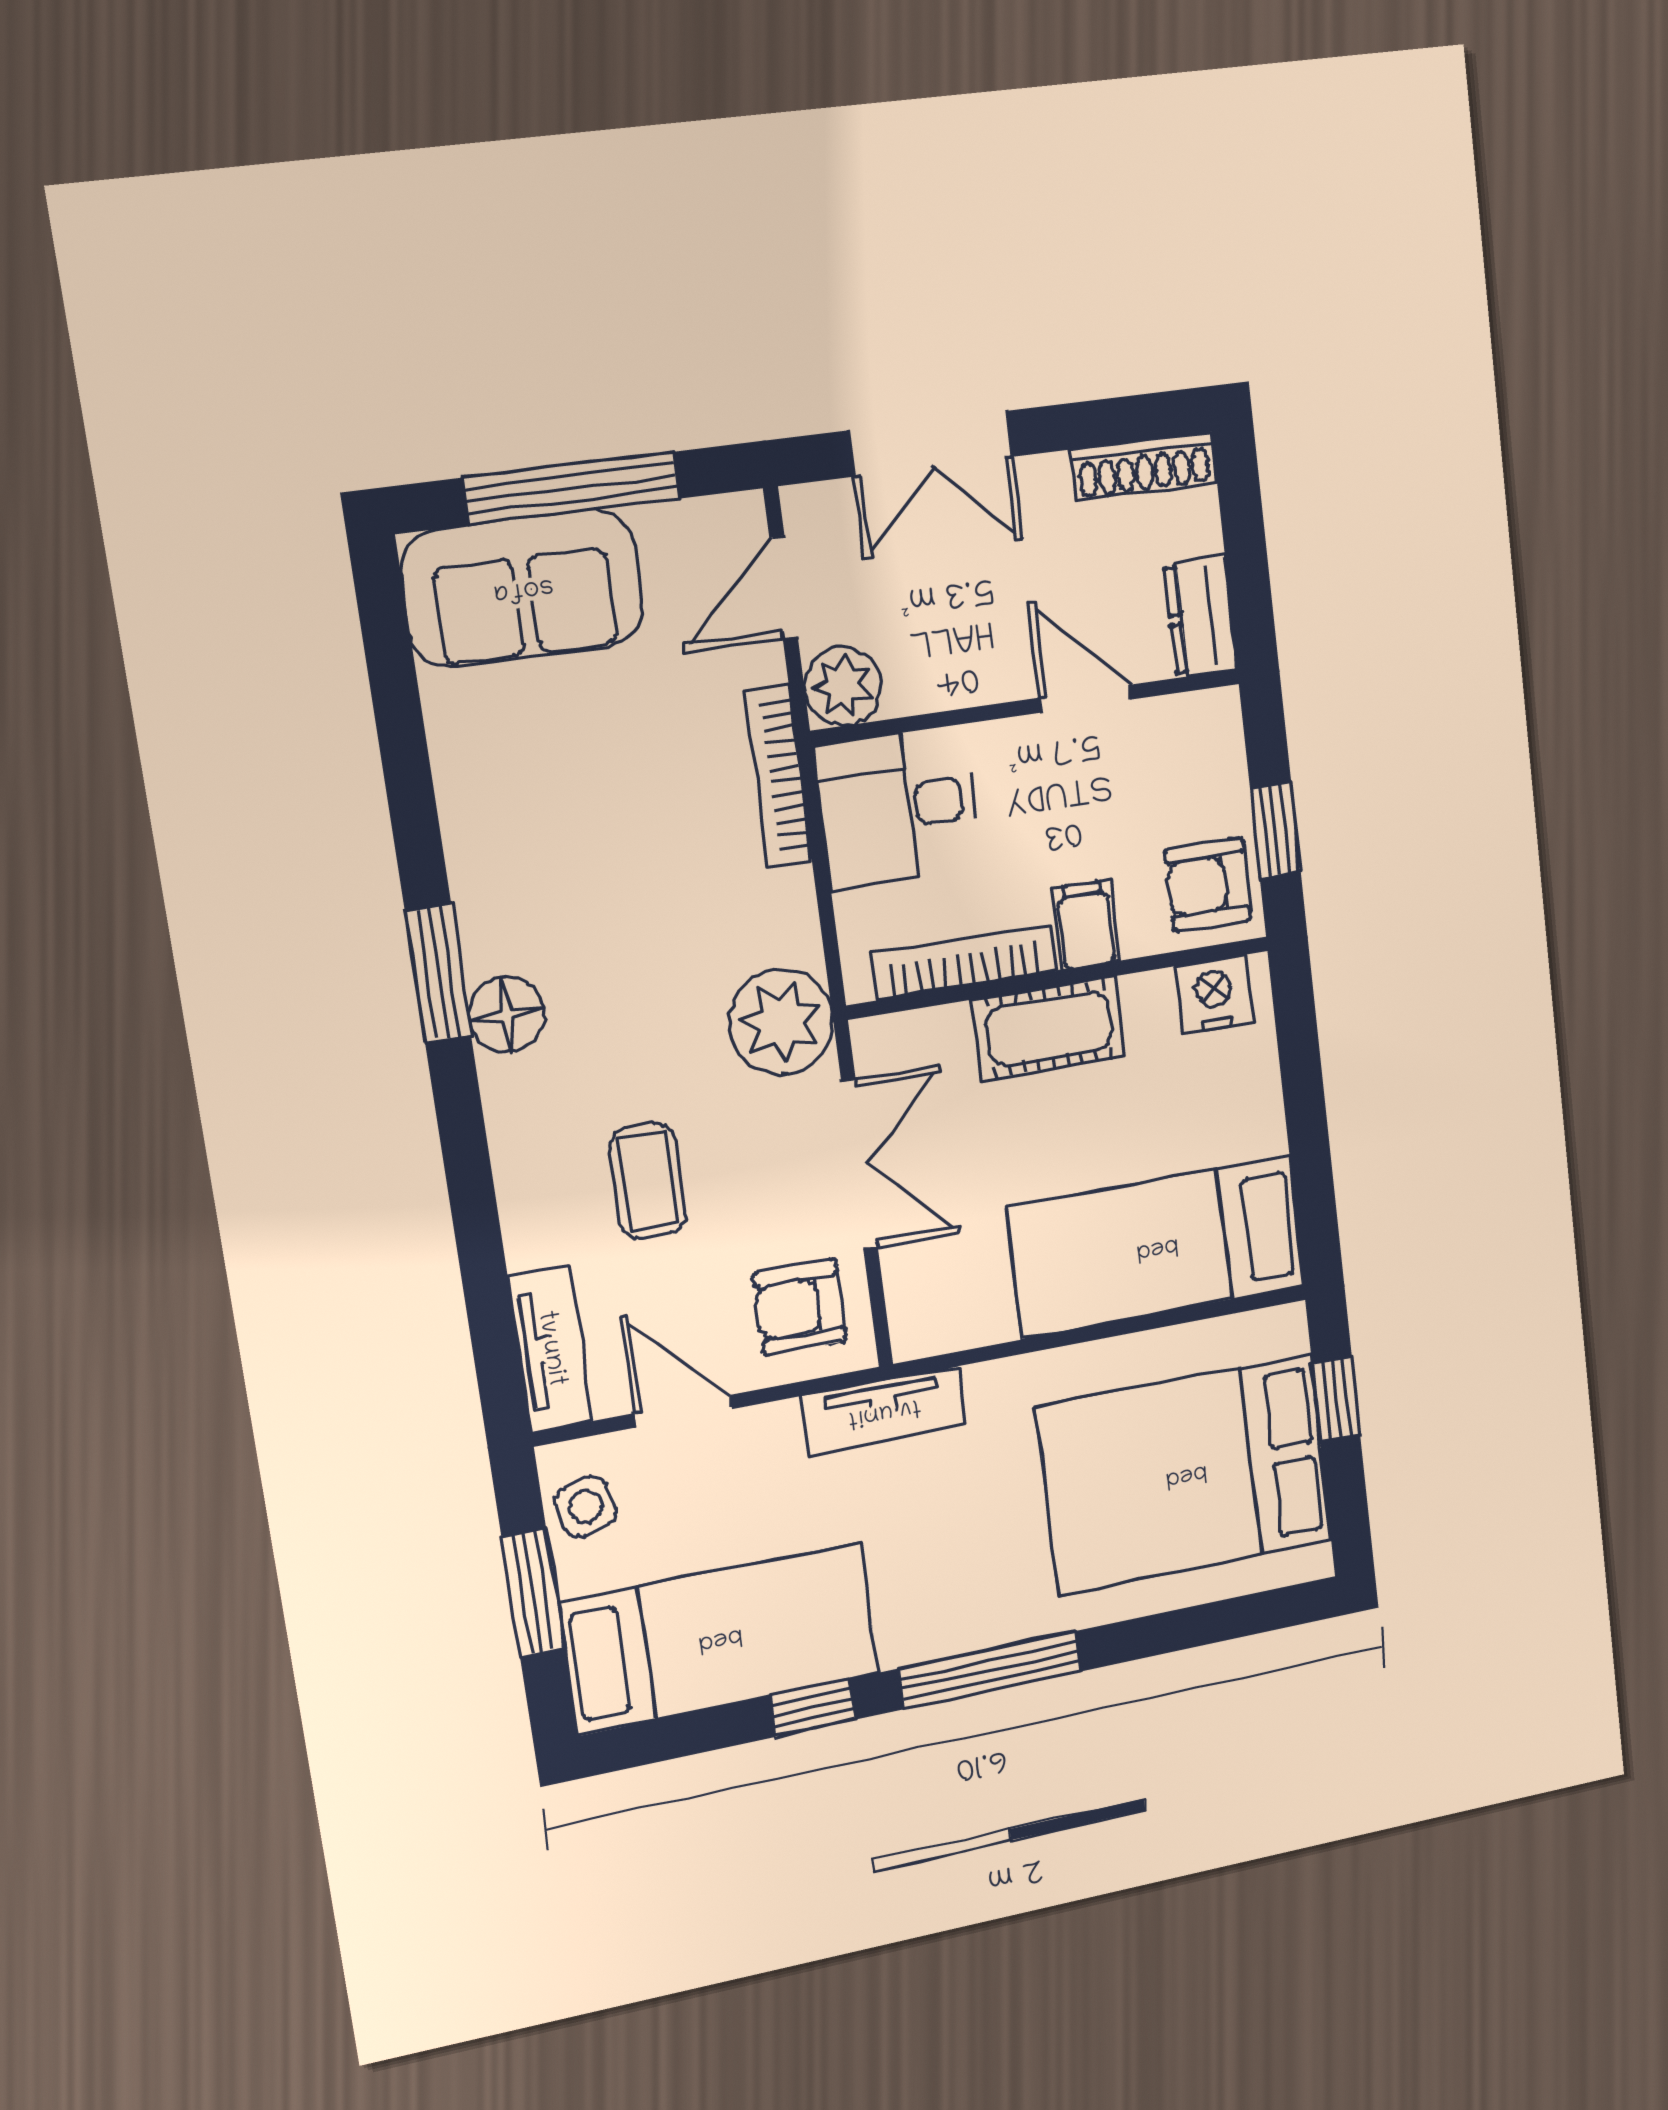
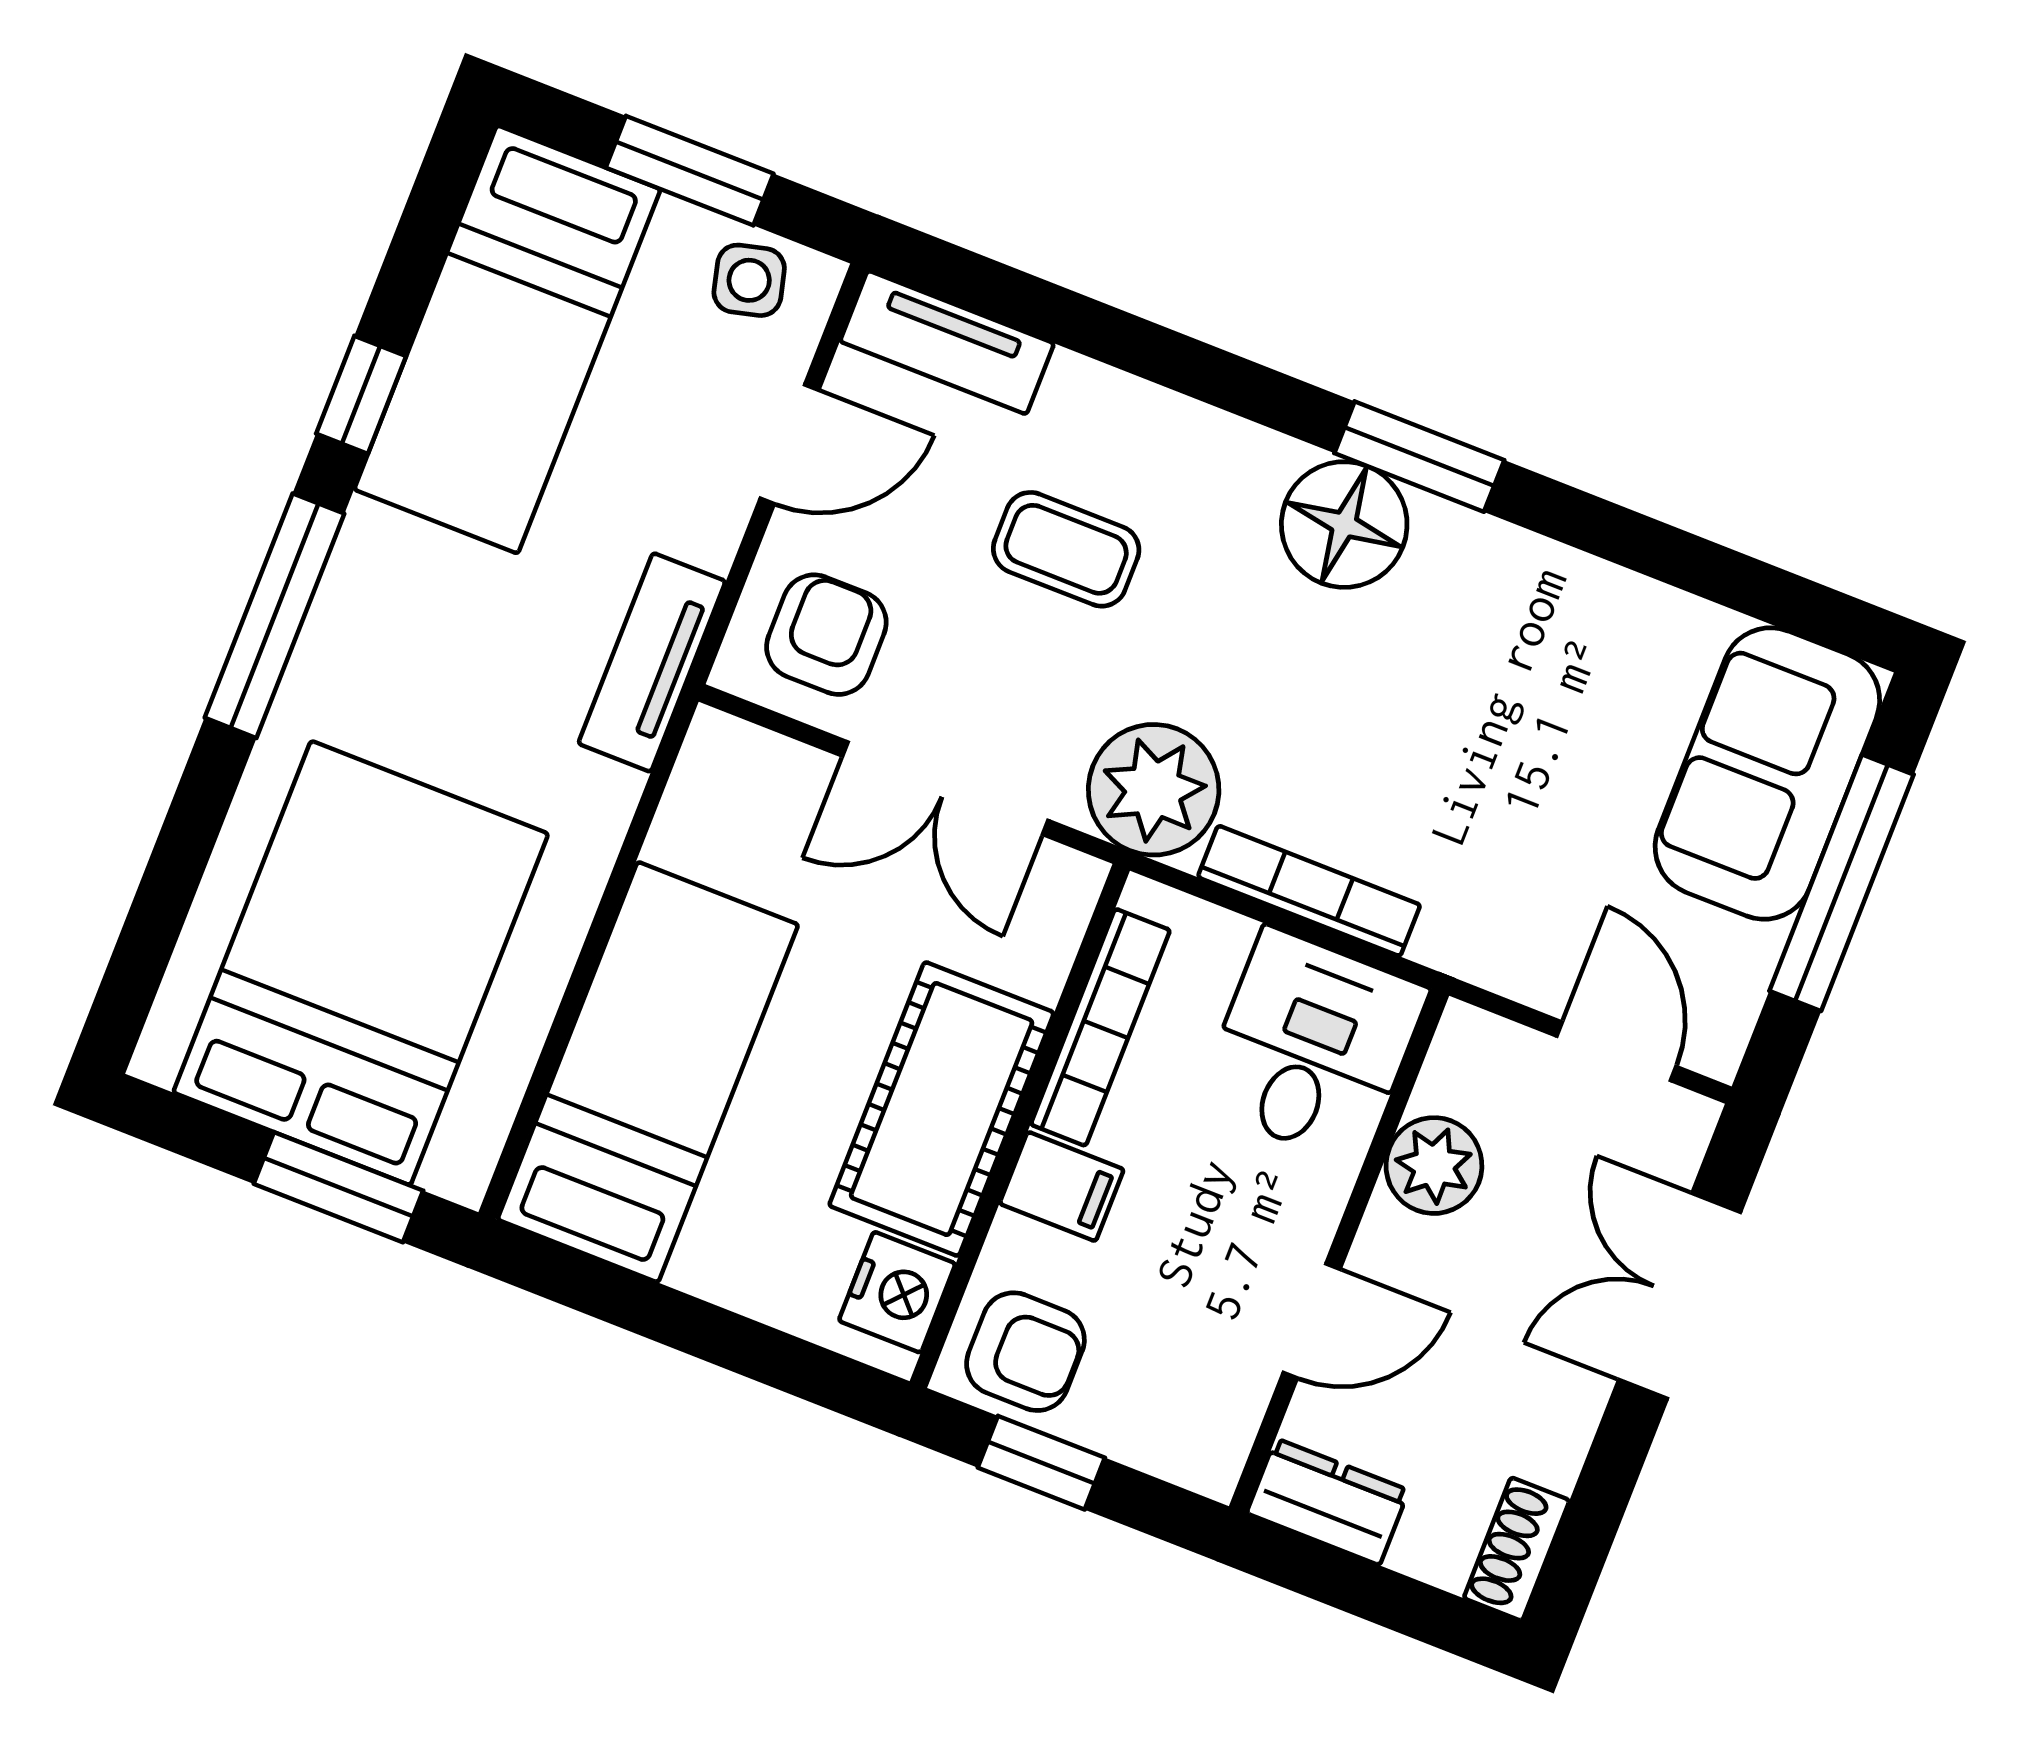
shoe rack: (1144, 466) -> (1517, 1549), width x0.70
plant: (843, 686) -> (1434, 1166), moved
bookcase: (778, 776) -> (1309, 891), moved
armchair: (1208, 885) -> (1025, 1352), turned 90
floor lamp: (506, 1014) -> (1344, 525), width x1.38, depth x1.38
cot: (1049, 1028) -> (942, 1109), width x1.37, depth x1.34
window: (1336, 1399) -> (338, 1187), width x1.50

